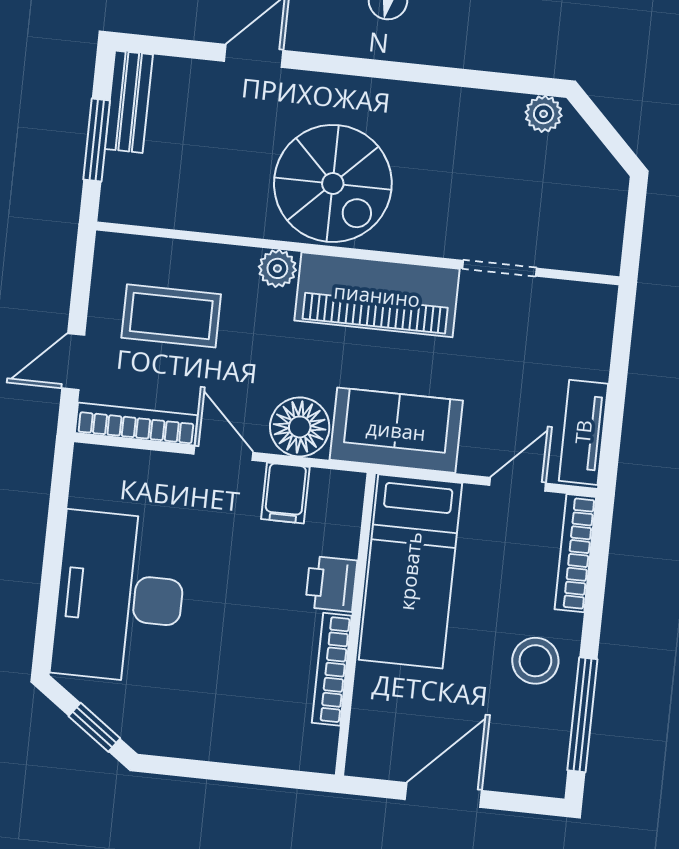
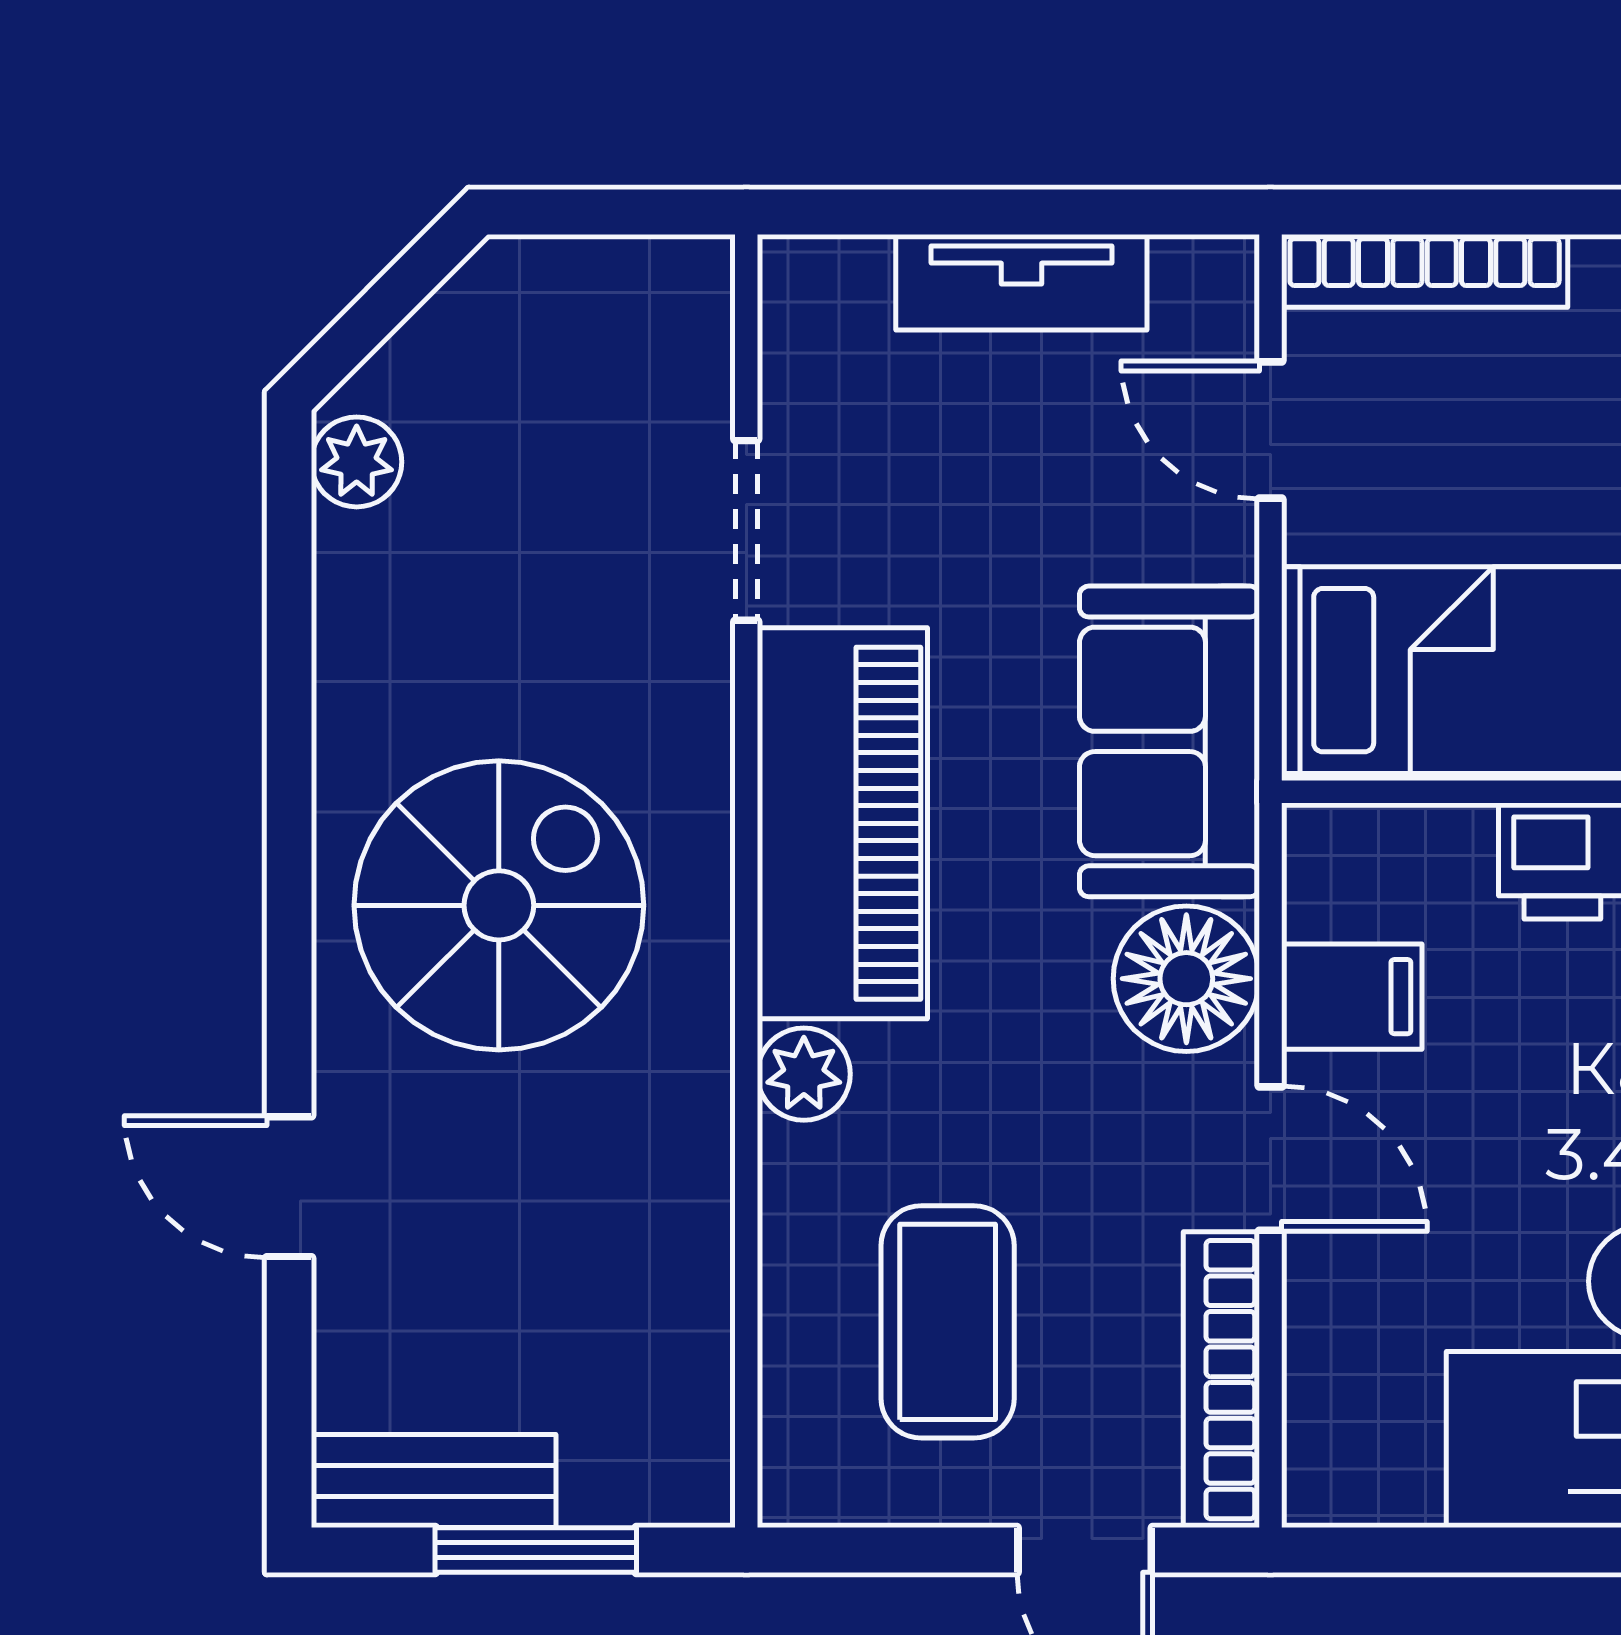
spiral stairs: (333, 183) -> (499, 905), moved
tv unit: (583, 432) -> (1021, 282), moved
door: (223, 453) -> (1270, 1159), swing flipped

